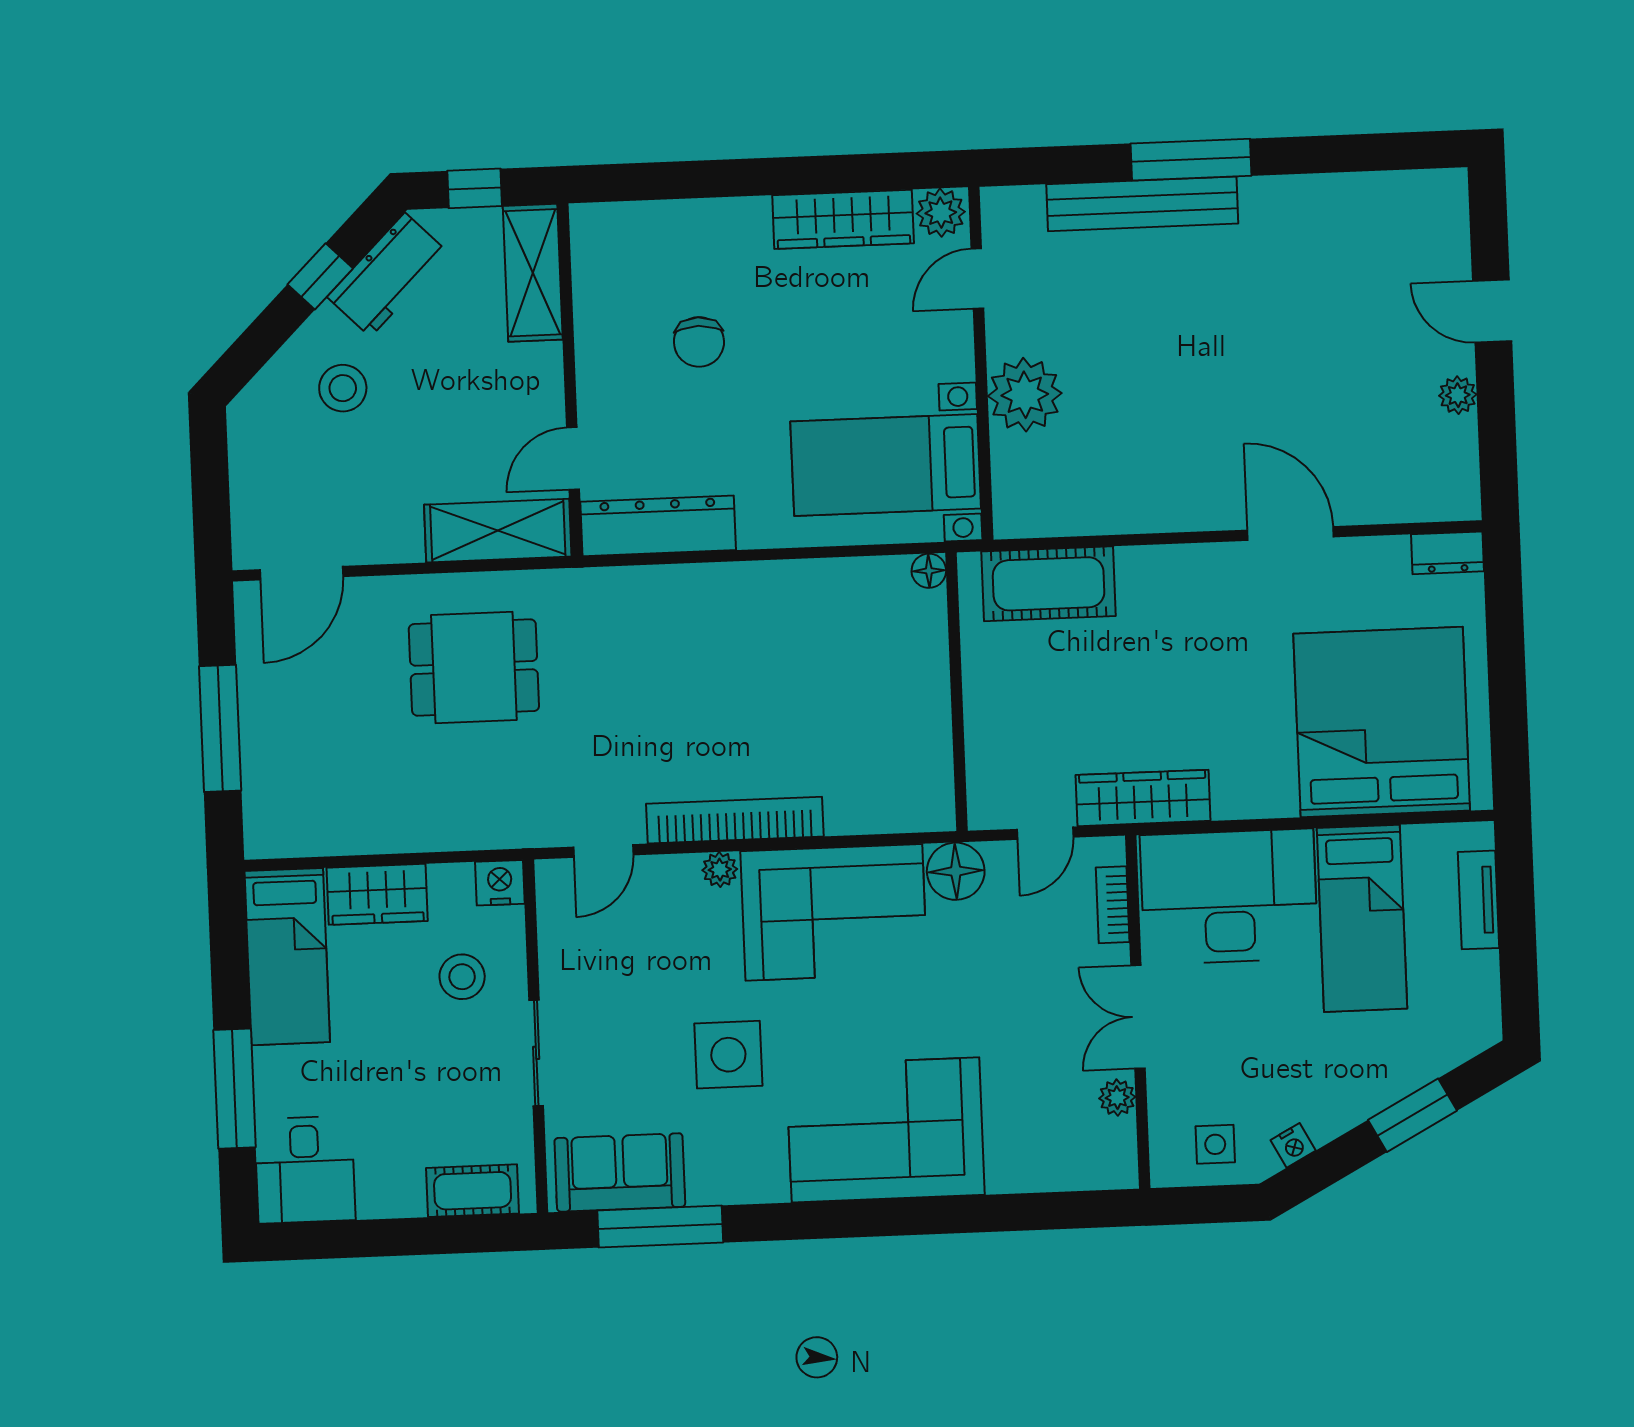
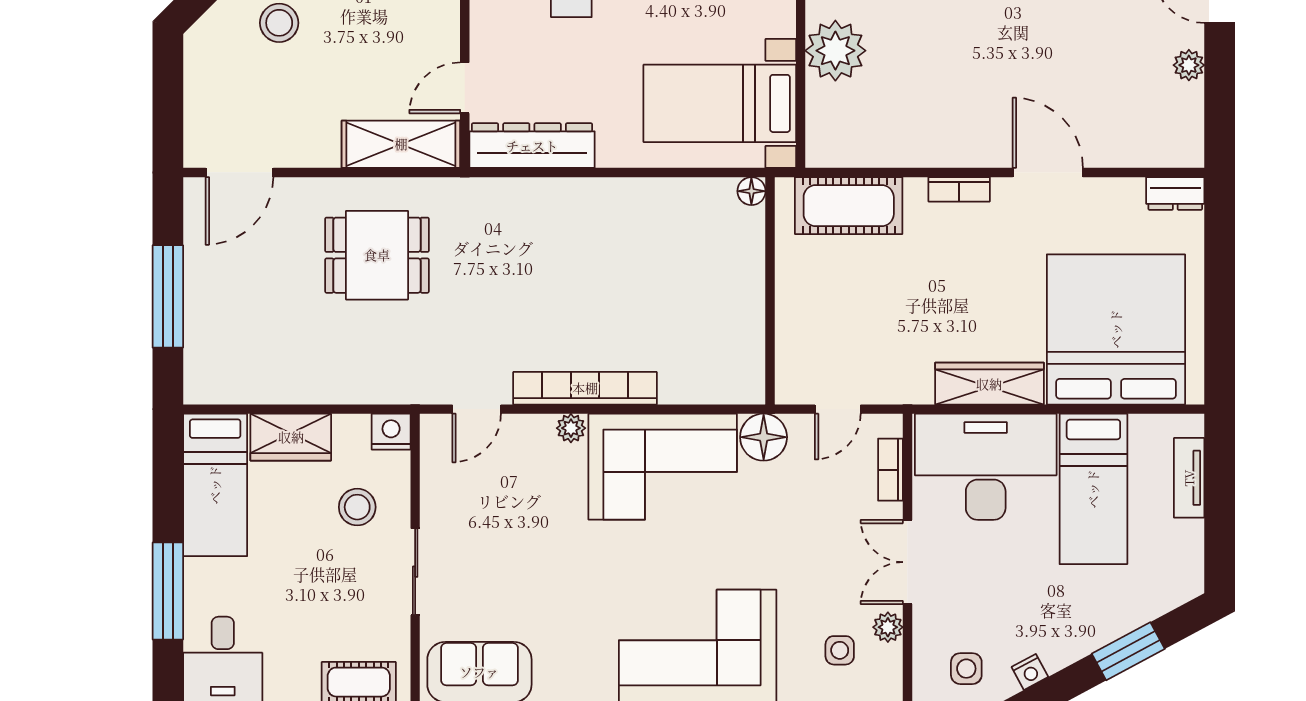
bookcase: (1183, 558) -> (959, 189), added
wardrobe: (1143, 798) -> (989, 384), moved
side table: (728, 1055) -> (840, 650), moved, width x0.54, depth x0.54

